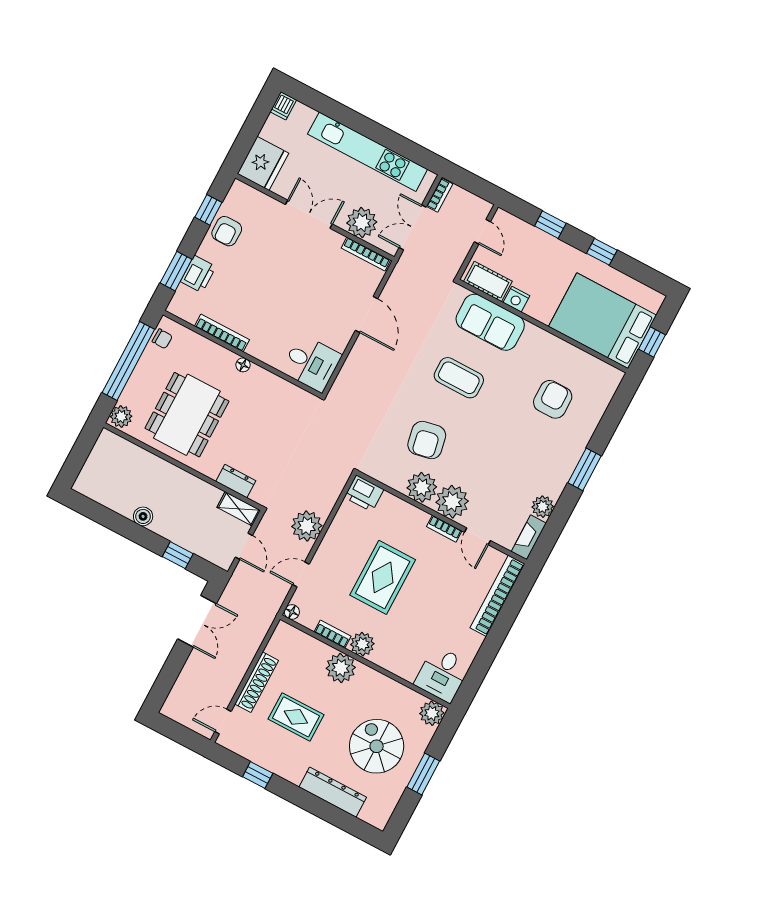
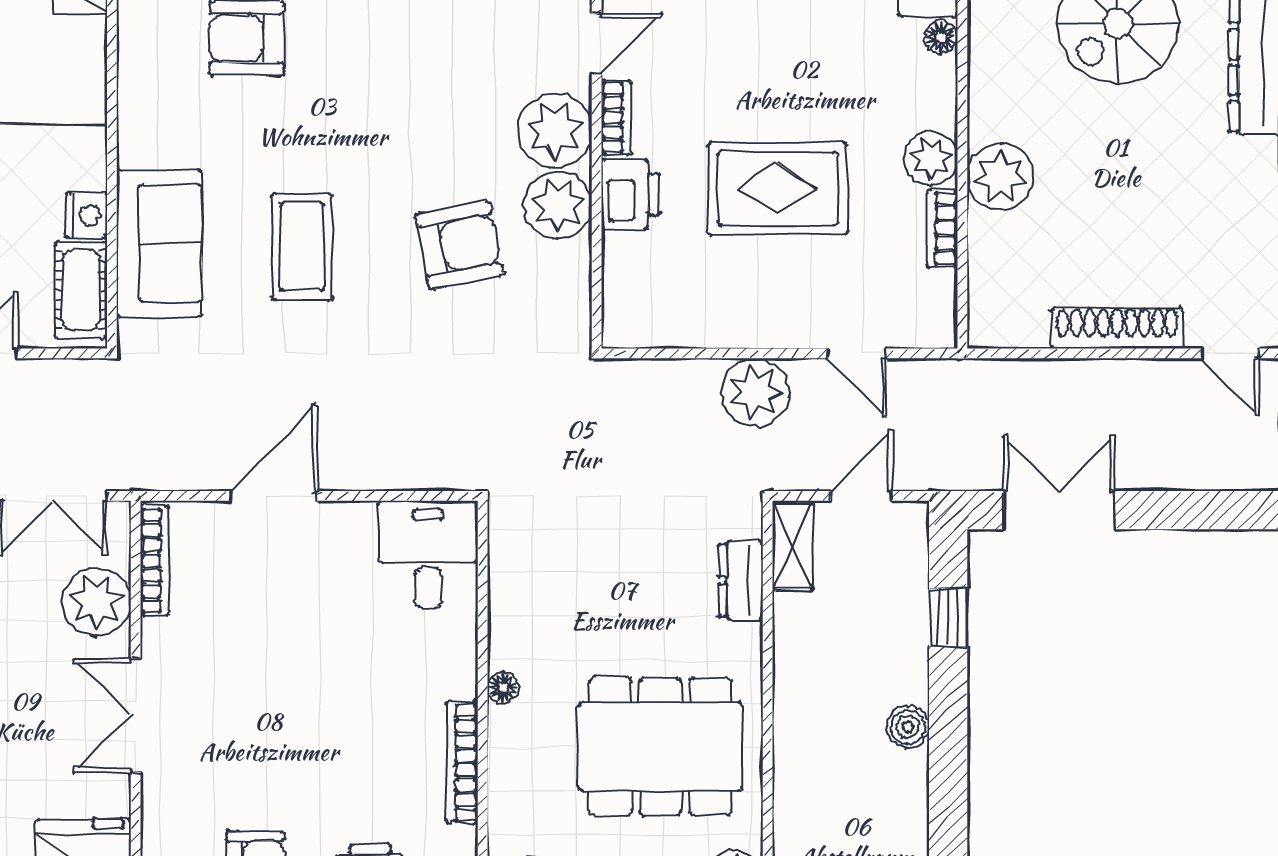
printer: (364, 493) -> (630, 194), moved
floor lamp: (292, 612) -> (941, 37), moved
rug: (296, 717) -> (1145, 214), removed

